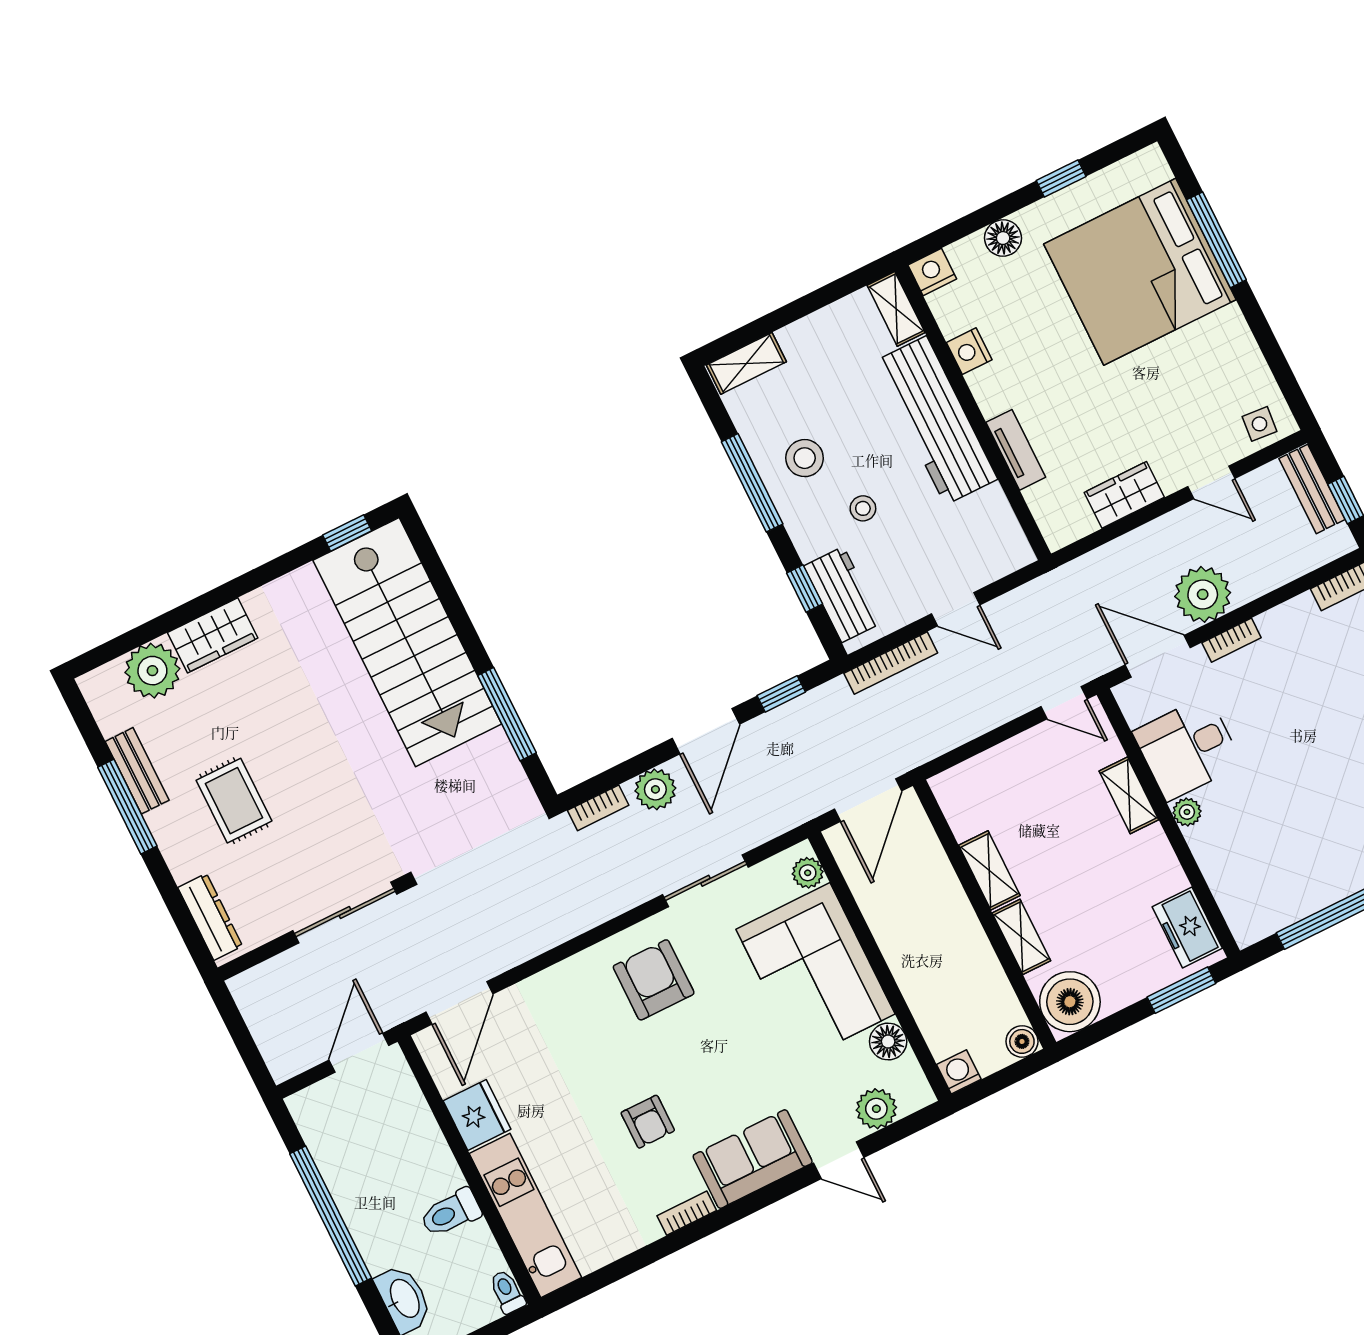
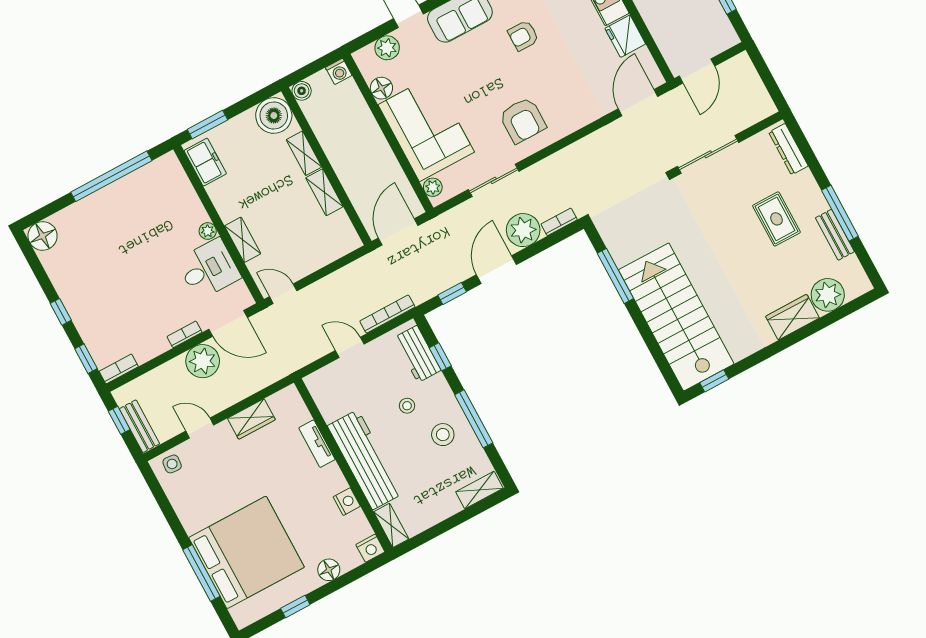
plant: (655, 789) -> (523, 230), width x1.36, depth x1.36
armchair: (648, 1122) -> (523, 36), turned -90

